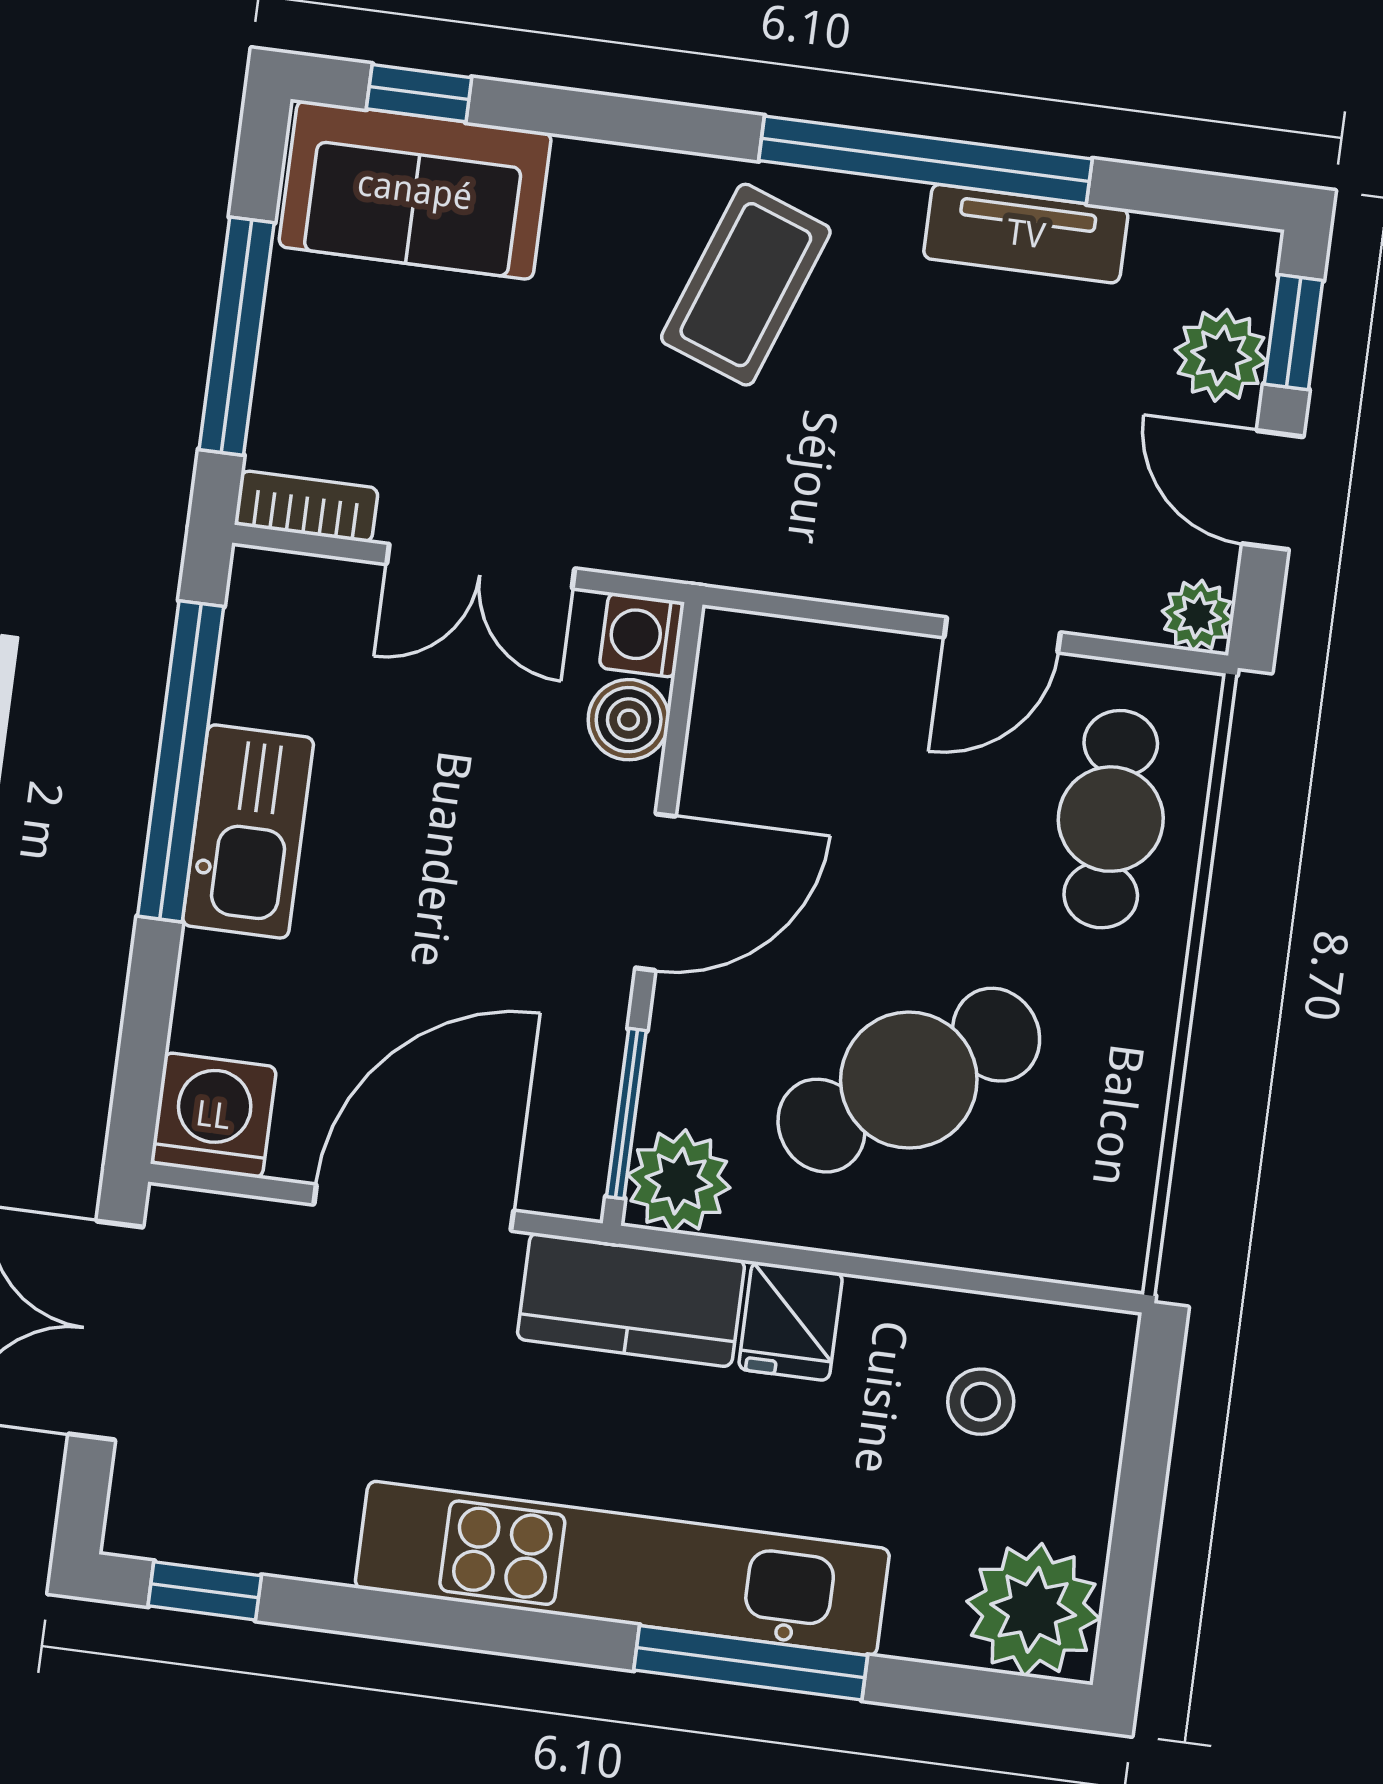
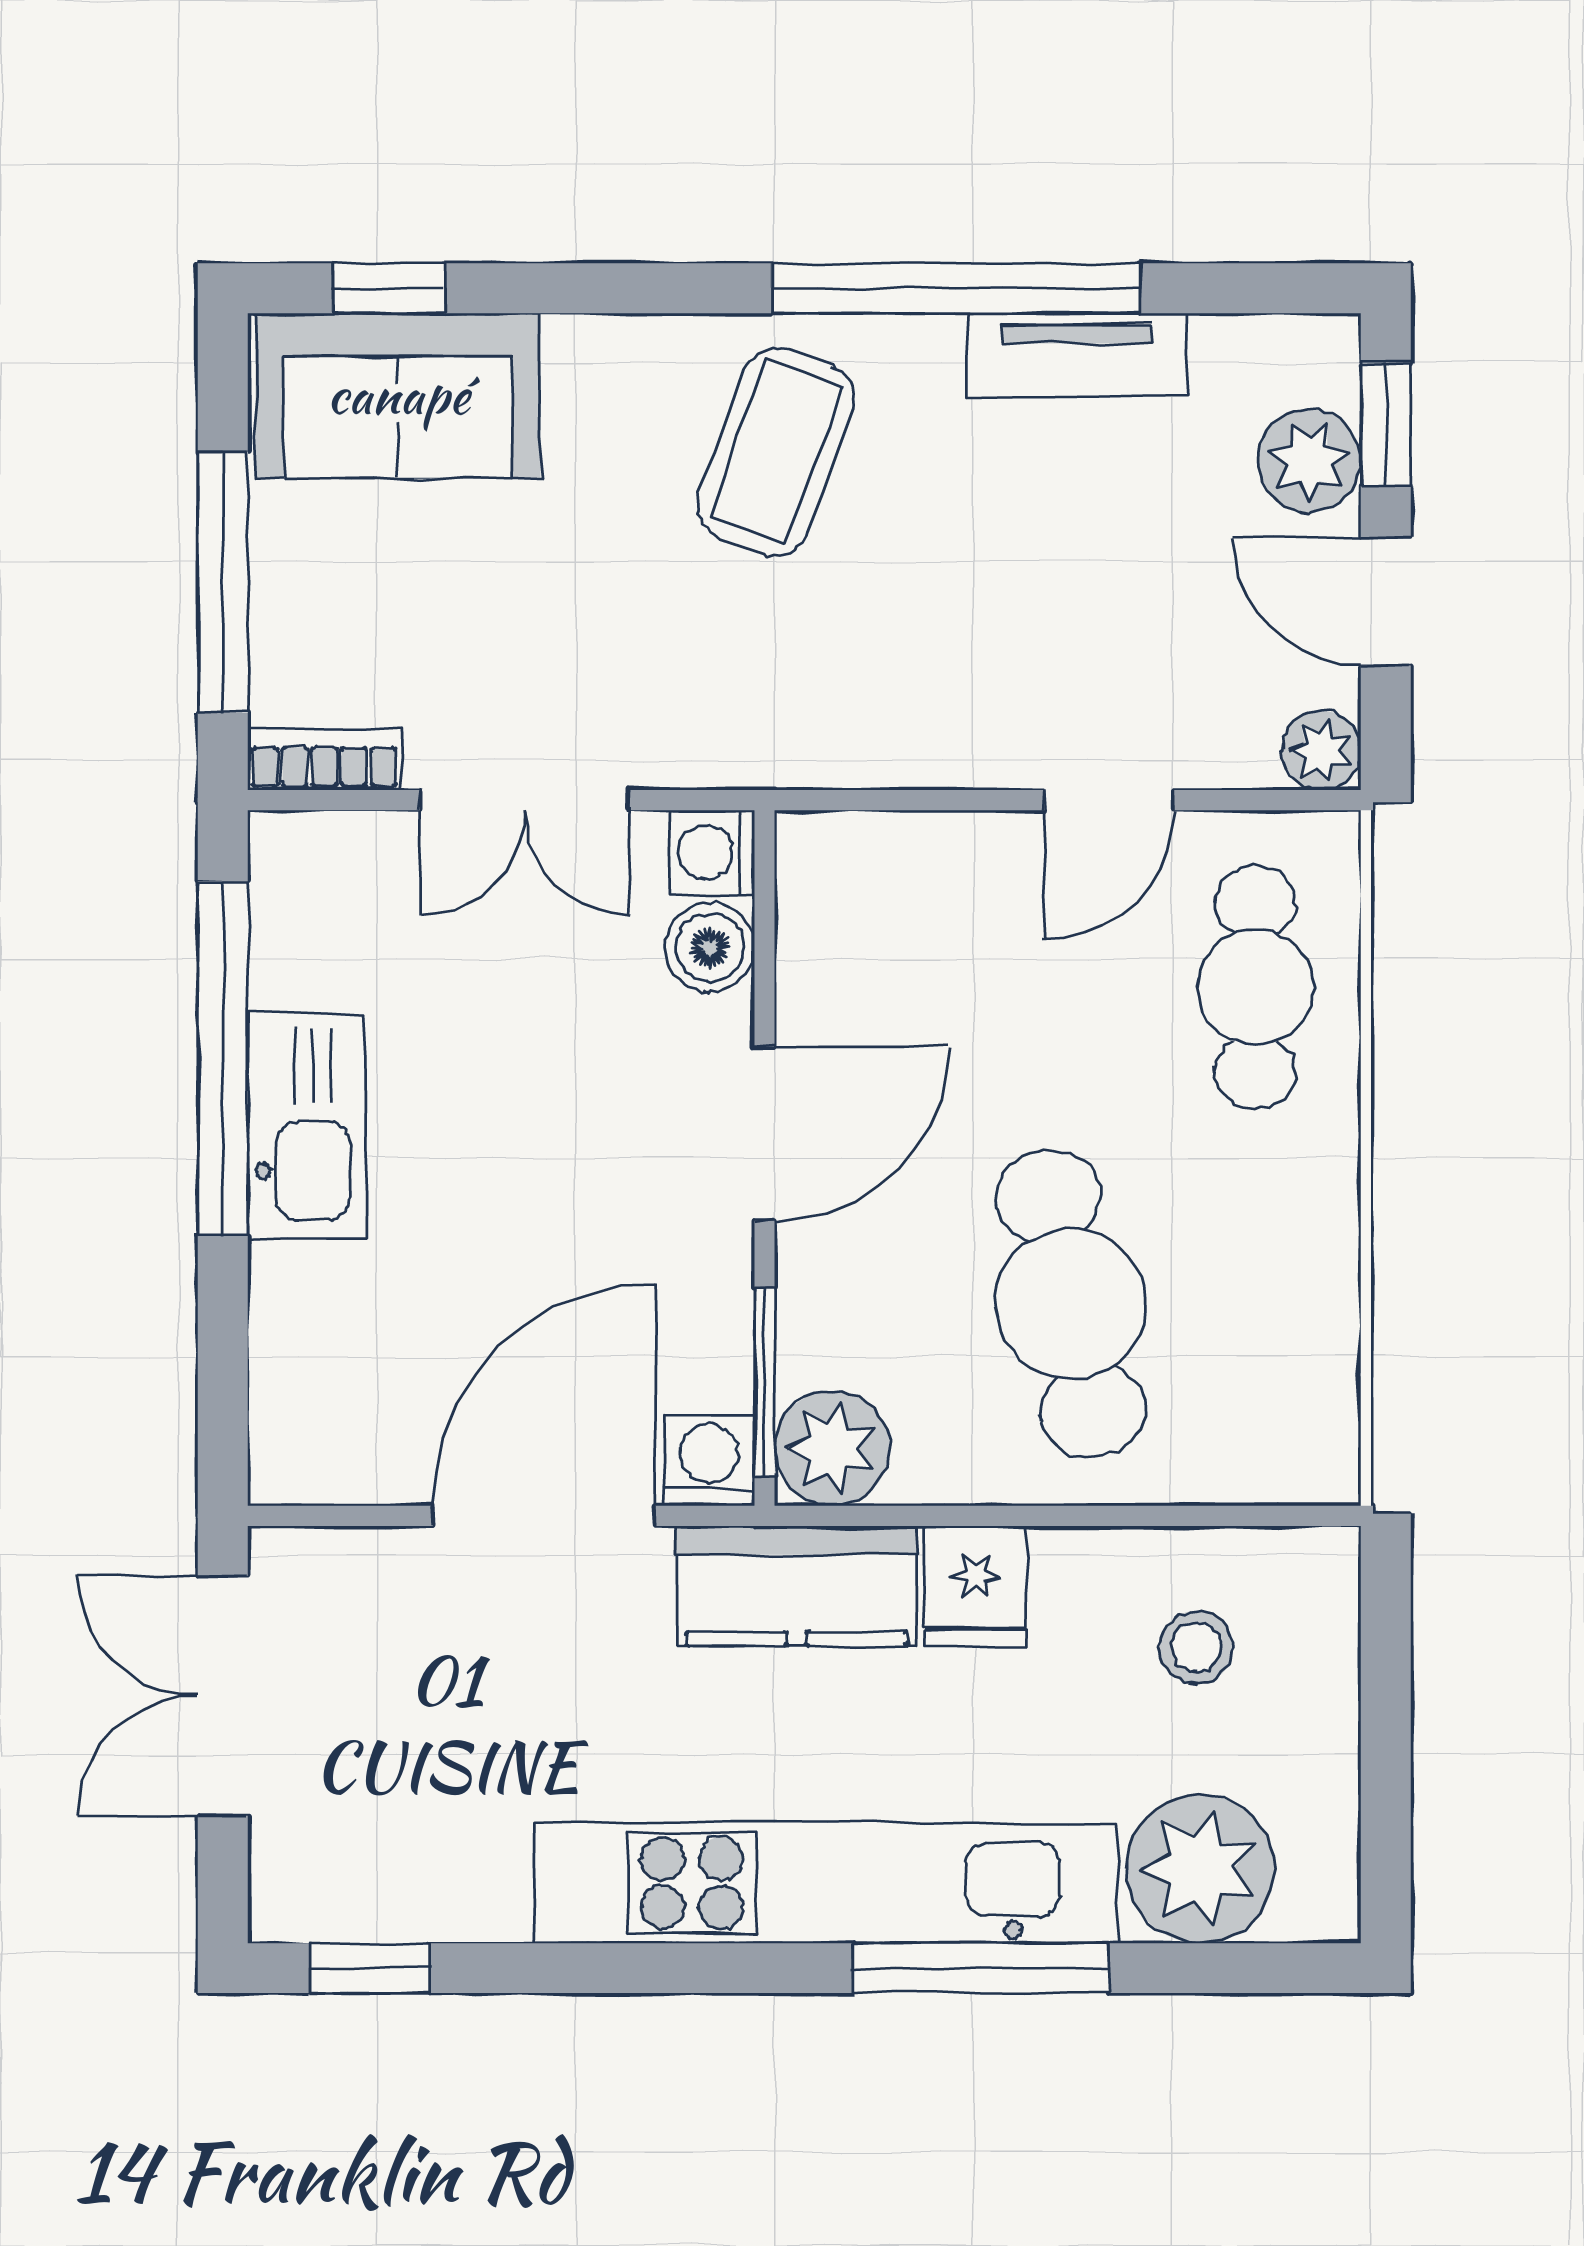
cafe table: (909, 1080) -> (1071, 1304), turned -67
washing machine: (213, 1115) -> (709, 1460), moved, width x0.73, depth x0.73
plant: (1033, 1610) -> (1200, 1869), moved

